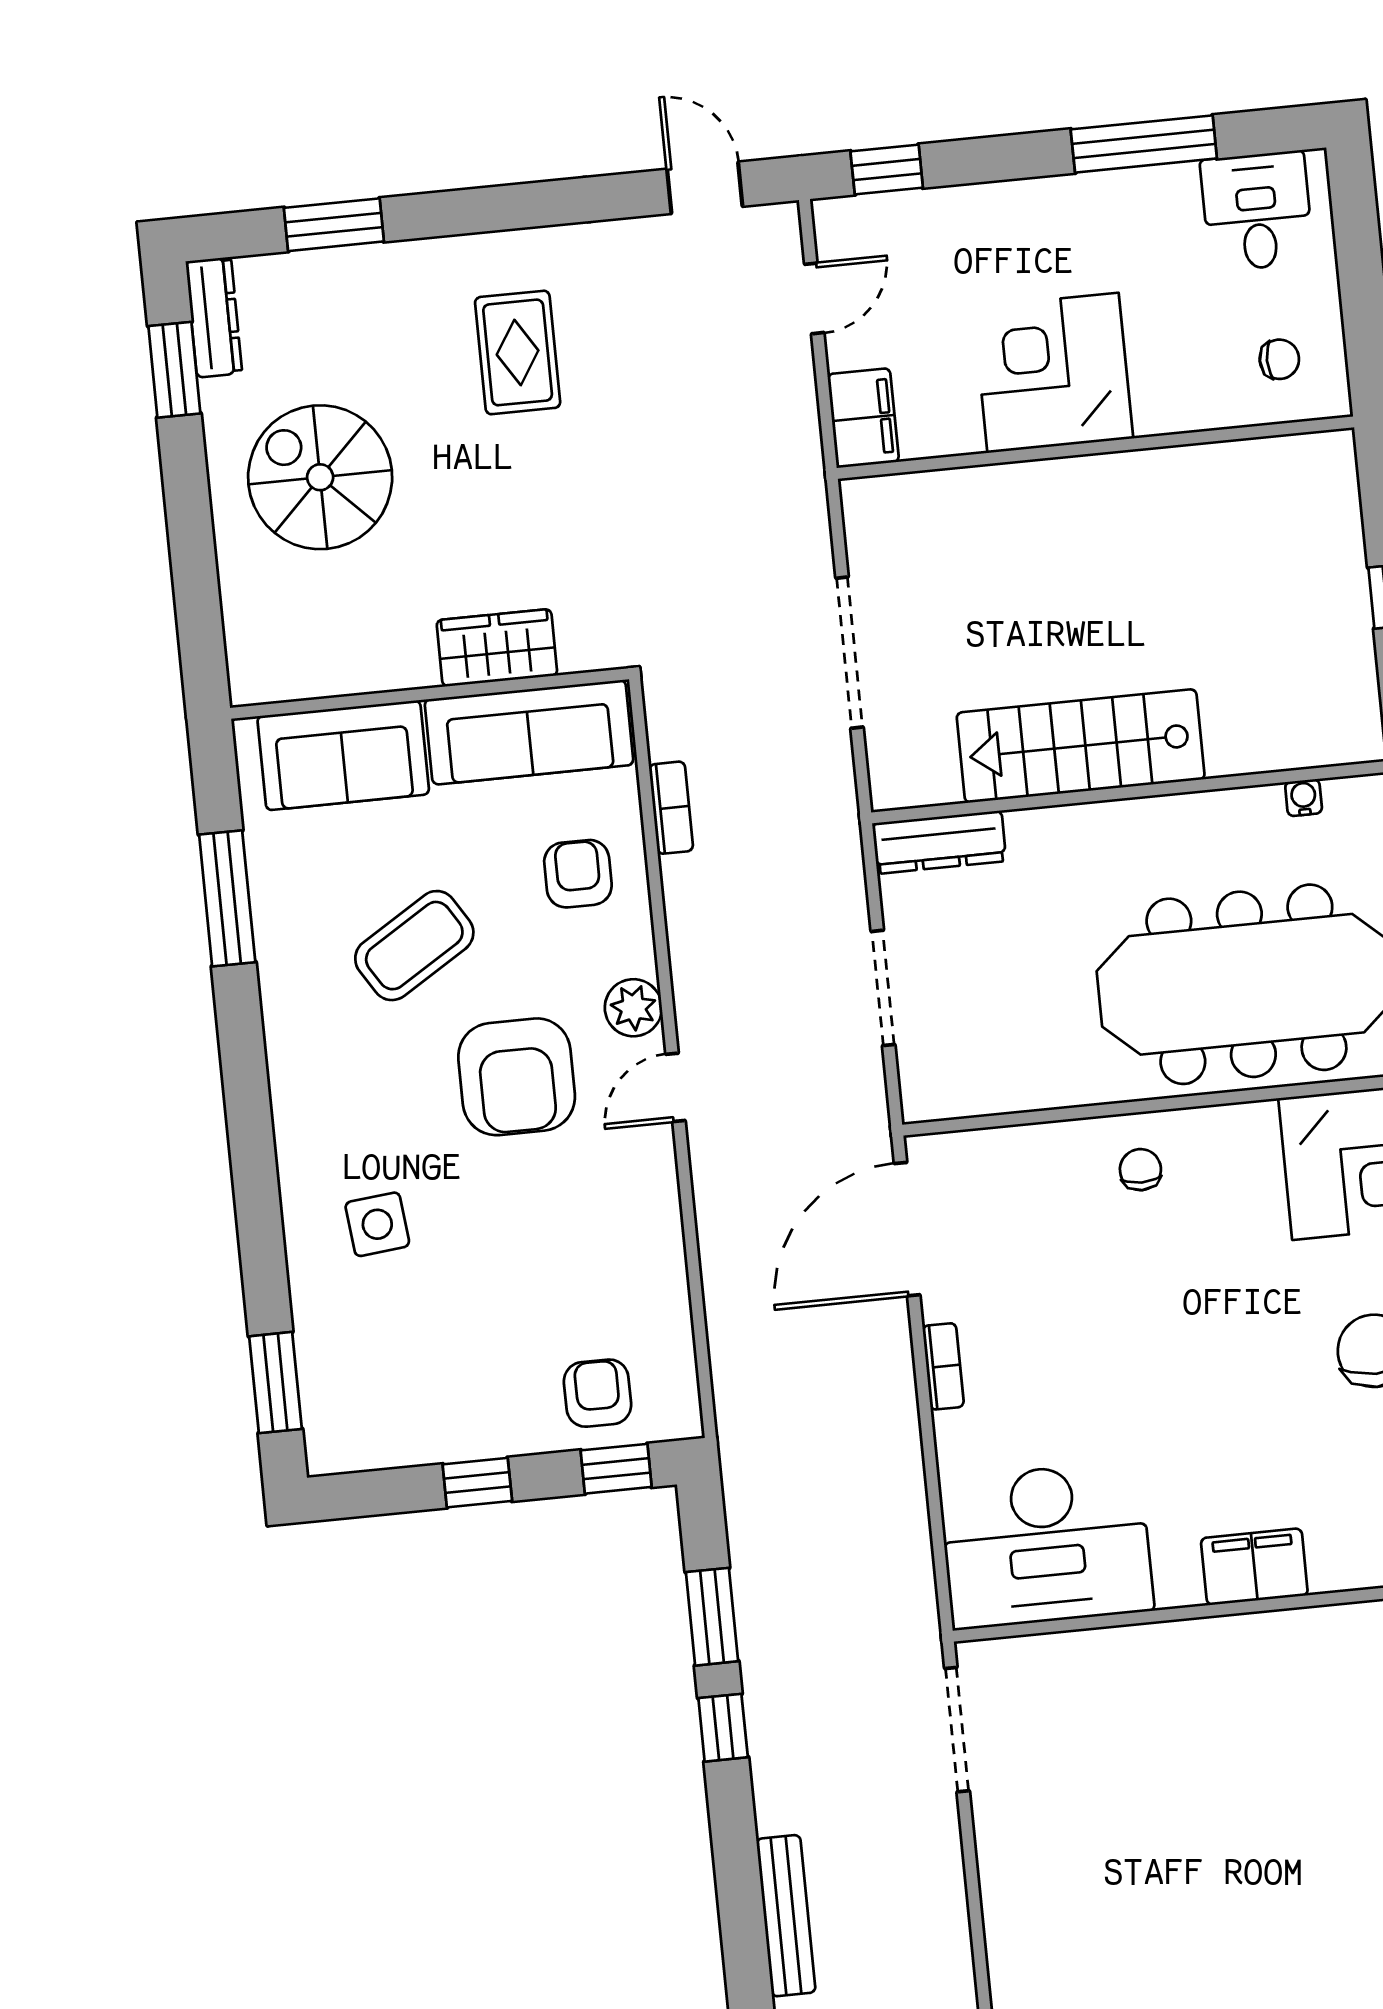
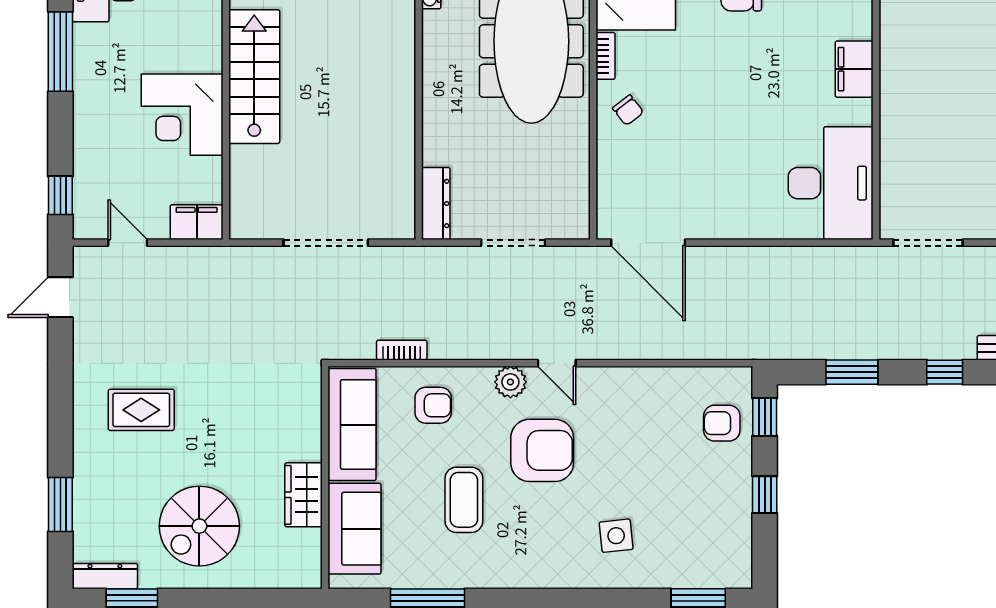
wardrobe: (497, 648) -> (304, 495), moved
stairs: (1081, 746) -> (254, 77), moved, turned 180
armchair: (578, 874) -> (433, 405), turned 180
coffee table: (414, 946) -> (464, 500), turned 32
chair: (1140, 1170) -> (628, 110), turned -128
bookcase: (943, 1366) -> (605, 56), moved, turned 90
window: (723, 1728) -> (945, 372), moved

